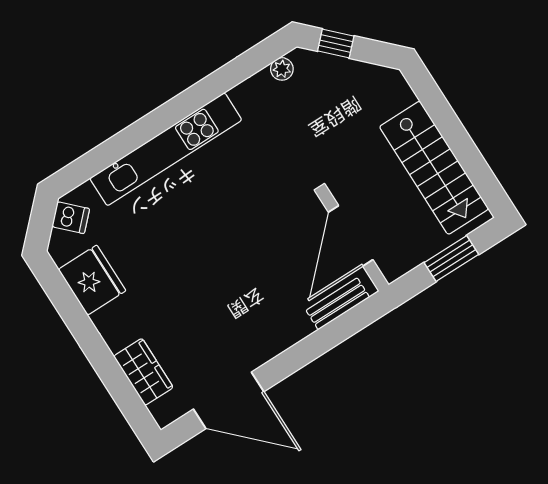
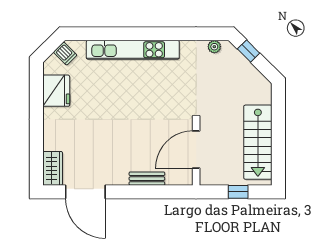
window: (451, 258) -> (238, 192), width x0.67
bench: (338, 304) -> (147, 179), moved
wardrobe: (143, 372) -> (53, 168), moved

